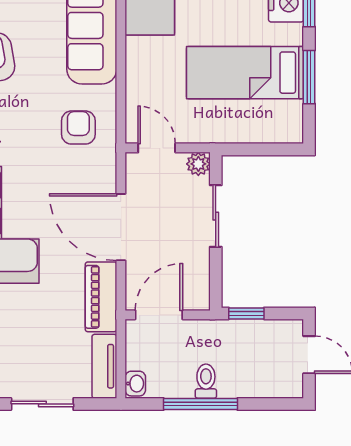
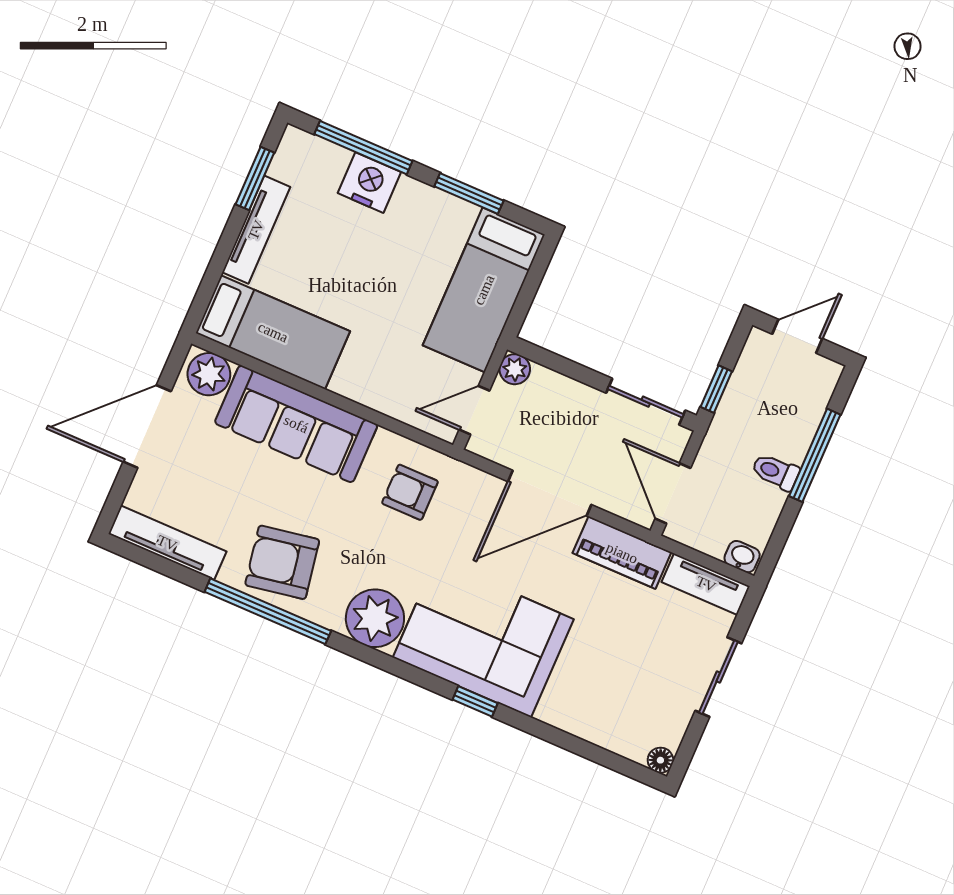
bed: (245, 73) -> (484, 290), moved
sliding door: (216, 216) -> (646, 402), moved
window: (201, 404) -> (815, 455), moved

